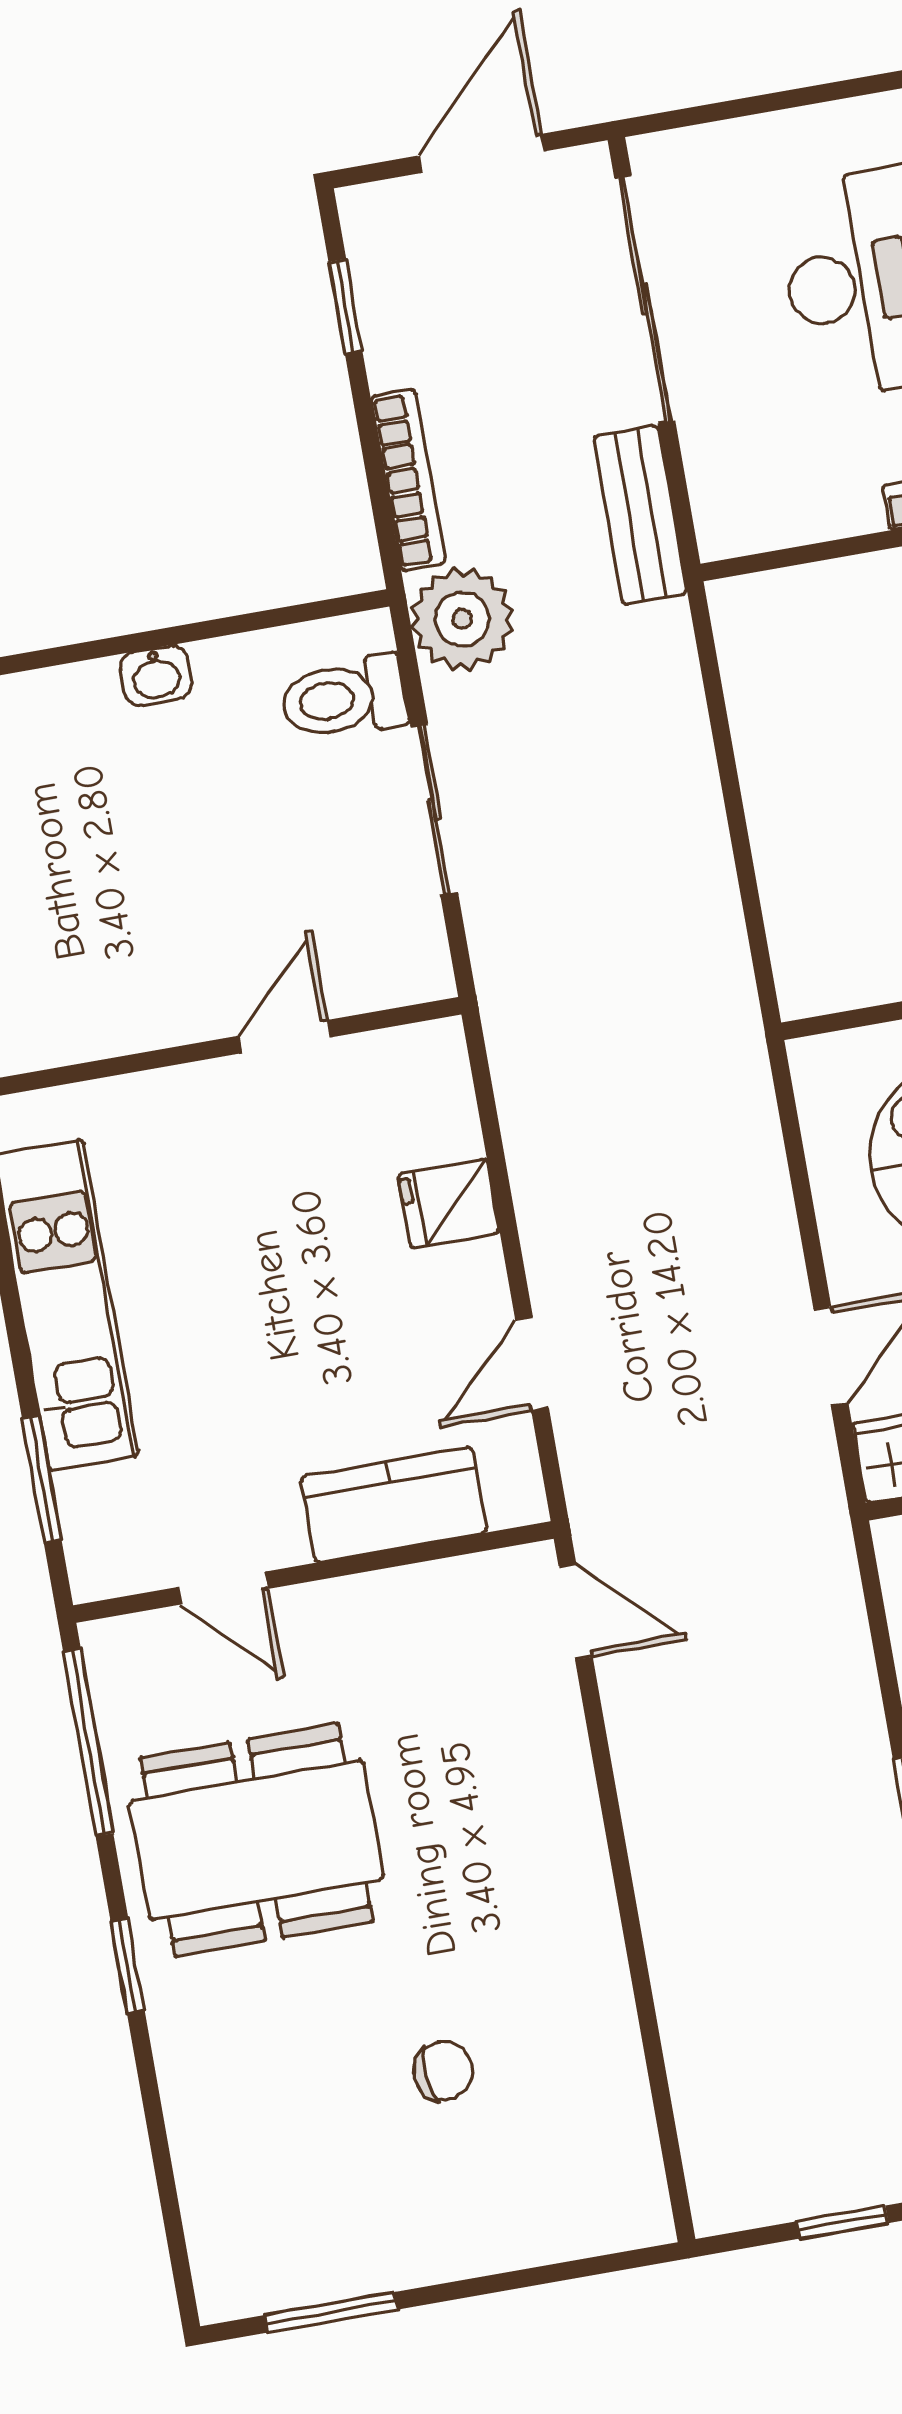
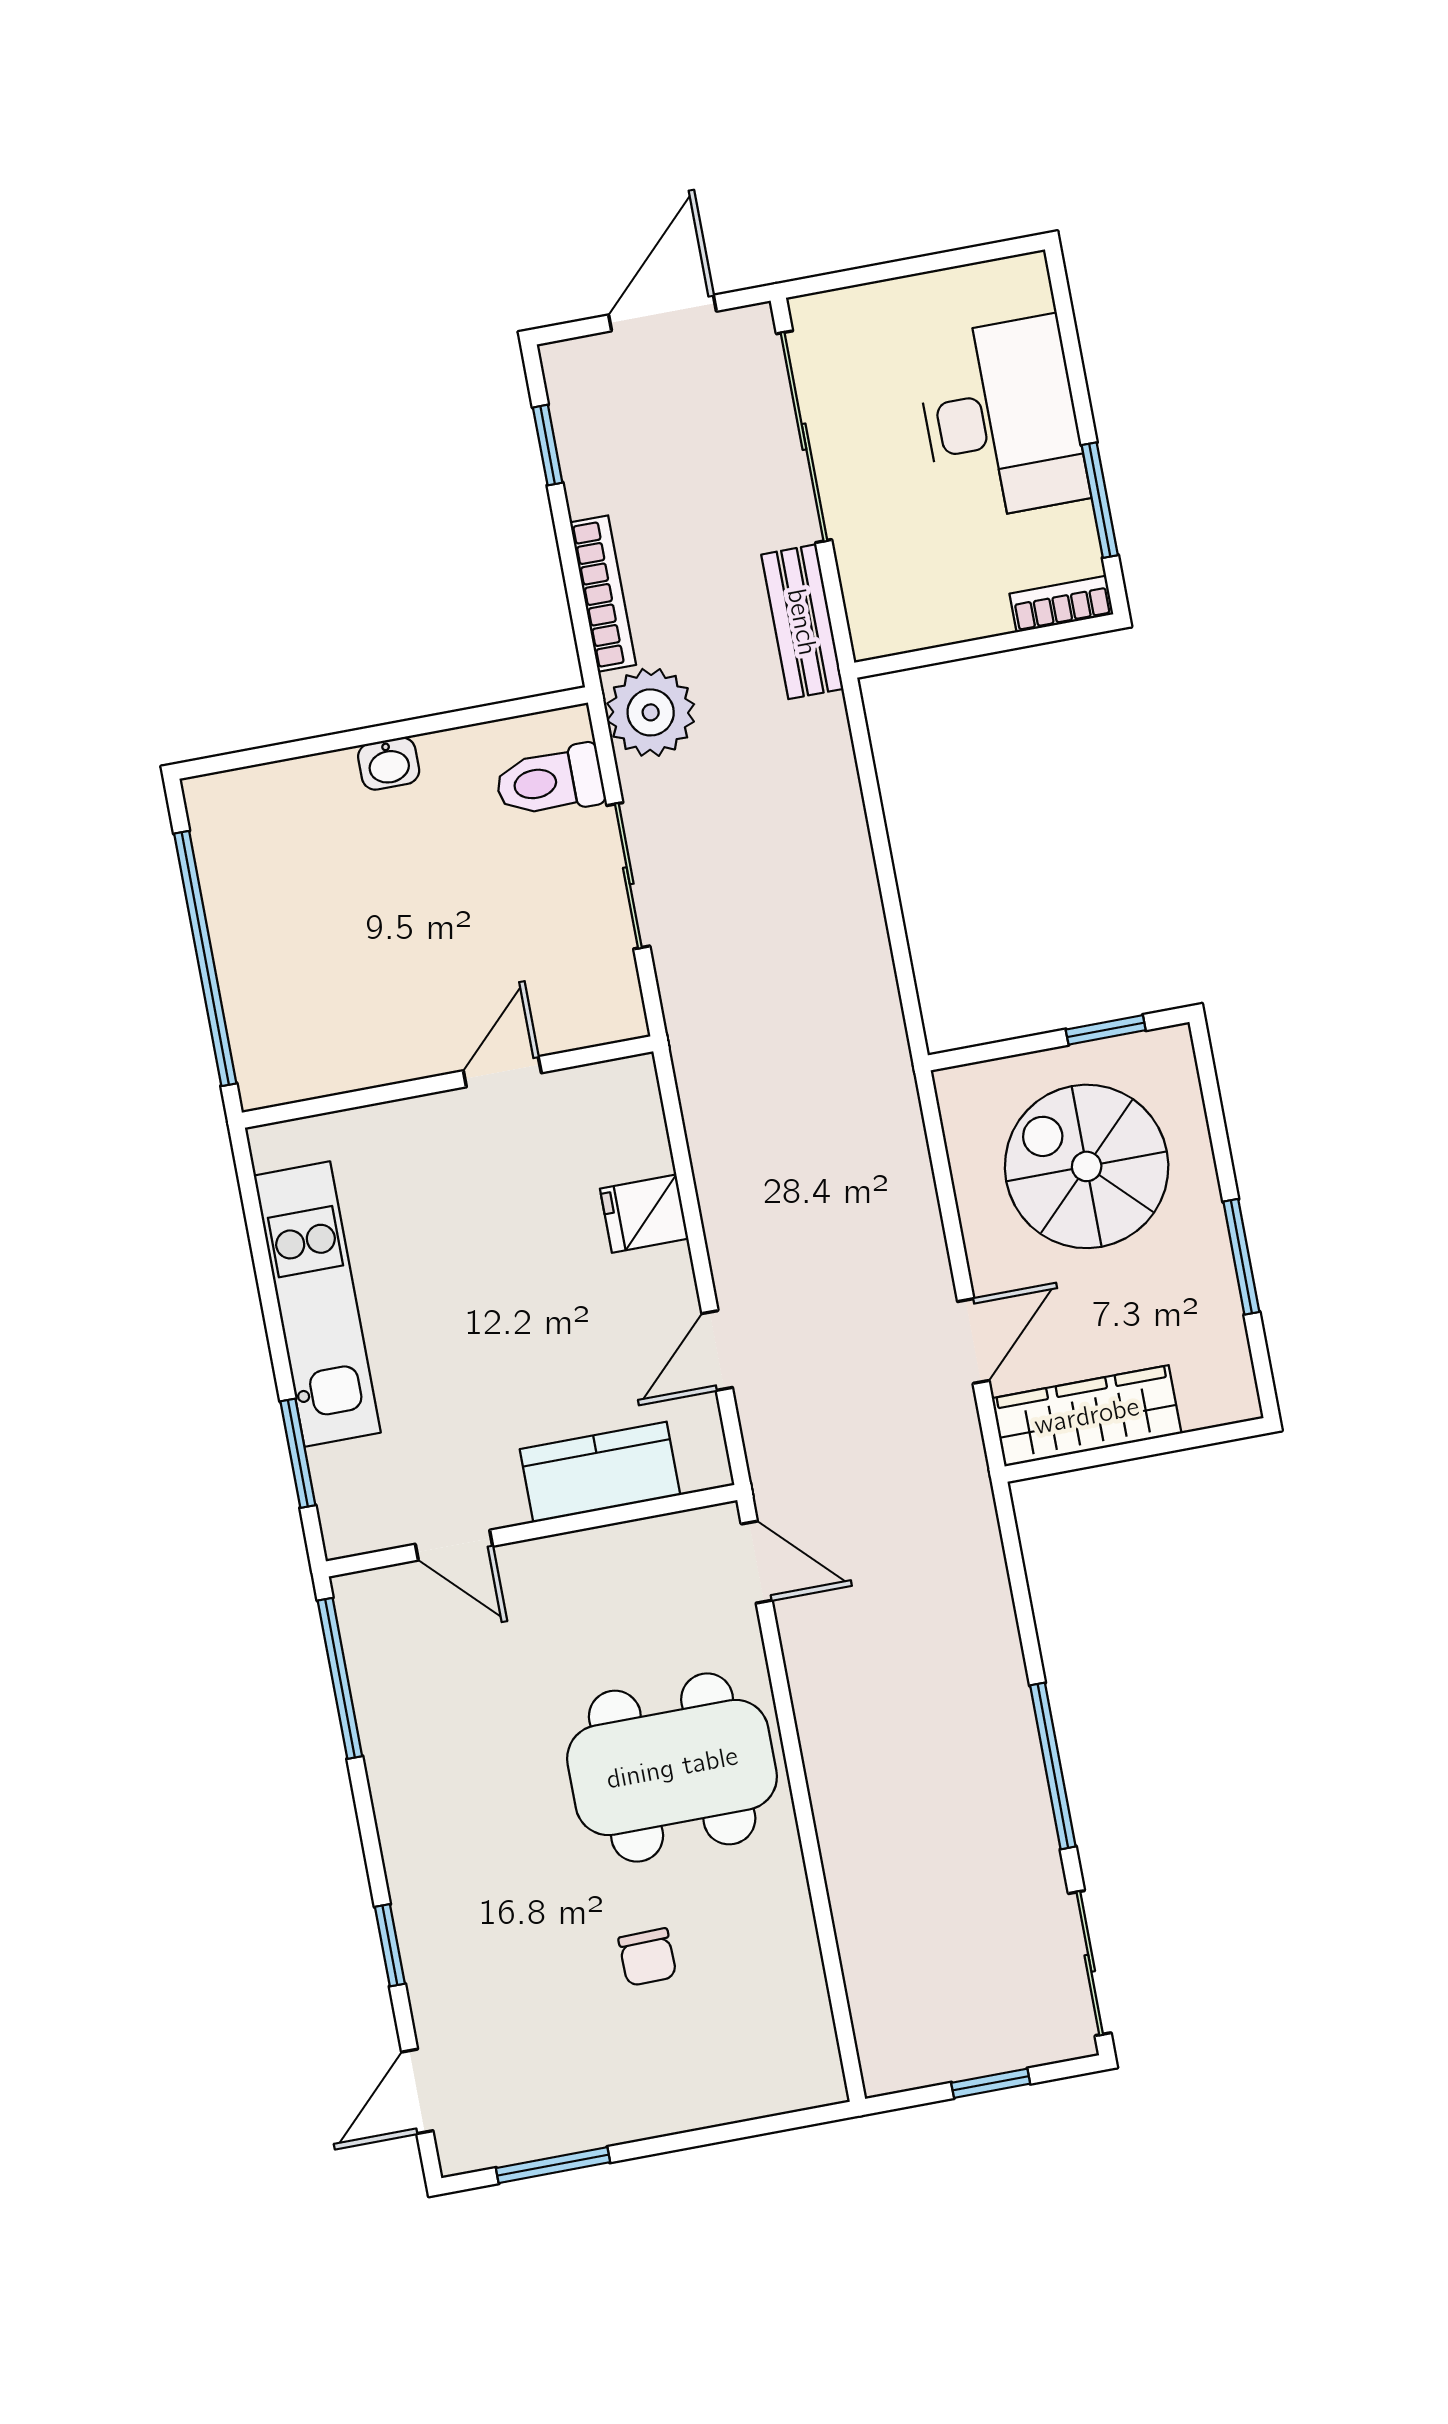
dining table: (256, 1840) -> (672, 1768), moved
window: (128, 1966) -> (390, 1945), moved
chair: (443, 2071) -> (647, 1957), turned 93
door: (173, 2225) -> (417, 2091), added

